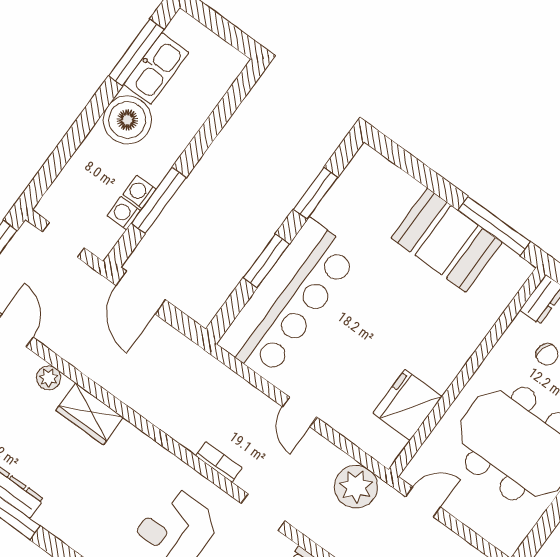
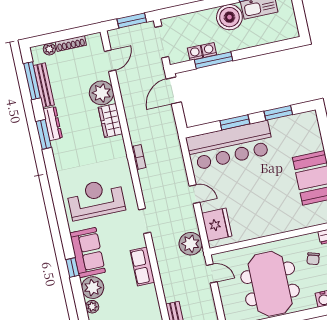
doorway: (63, 240) -> (162, 42), width x1.38
plant: (49, 378) -> (101, 93), width x1.87, depth x1.87
fridge: (408, 405) -> (217, 225), moved, turned 90
door: (300, 412) -> (195, 194), swing flipped
bookcase: (219, 462) -> (139, 157), moved

